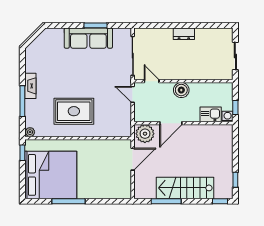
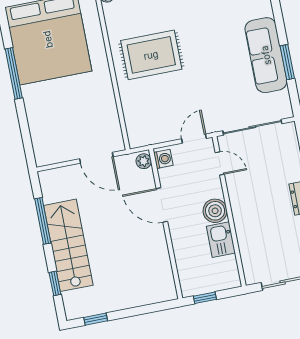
door: (152, 81) -> (220, 163), hinge flipped
rug: (74, 111) -> (151, 55), turned 90
kitchen sink: (211, 114) -> (221, 240), moved, turned 180
washing machine: (228, 117) -> (163, 159), moved
plant: (145, 134) -> (144, 161), width x0.53, depth x0.53
window: (220, 201) -> (55, 283), moved

